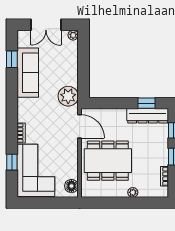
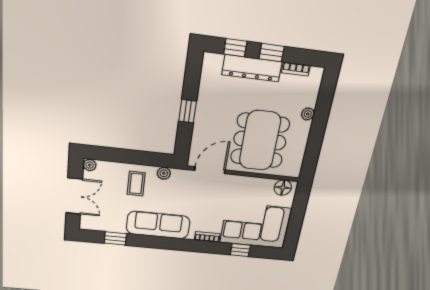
coffee table: (62, 71) -> (136, 184), added
sofa: (28, 73) -> (158, 225), moved
plant: (68, 96) -> (164, 173), width x0.53, depth x0.53
window: (147, 103) -> (188, 111), moved
dresser: (148, 116) -> (252, 68), moved, turned 90

